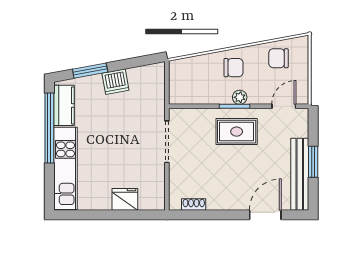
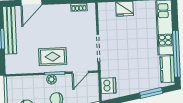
dishwasher: (115, 82) -> (108, 86), moved, turned 100
door: (284, 106) -> (80, 72), moved

